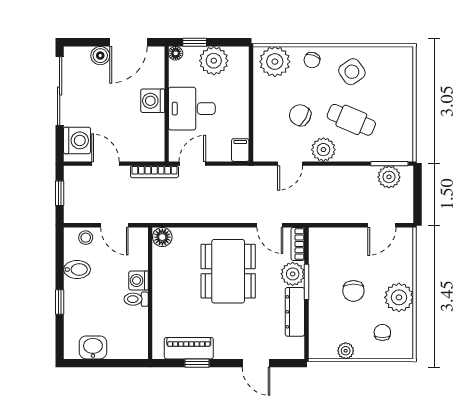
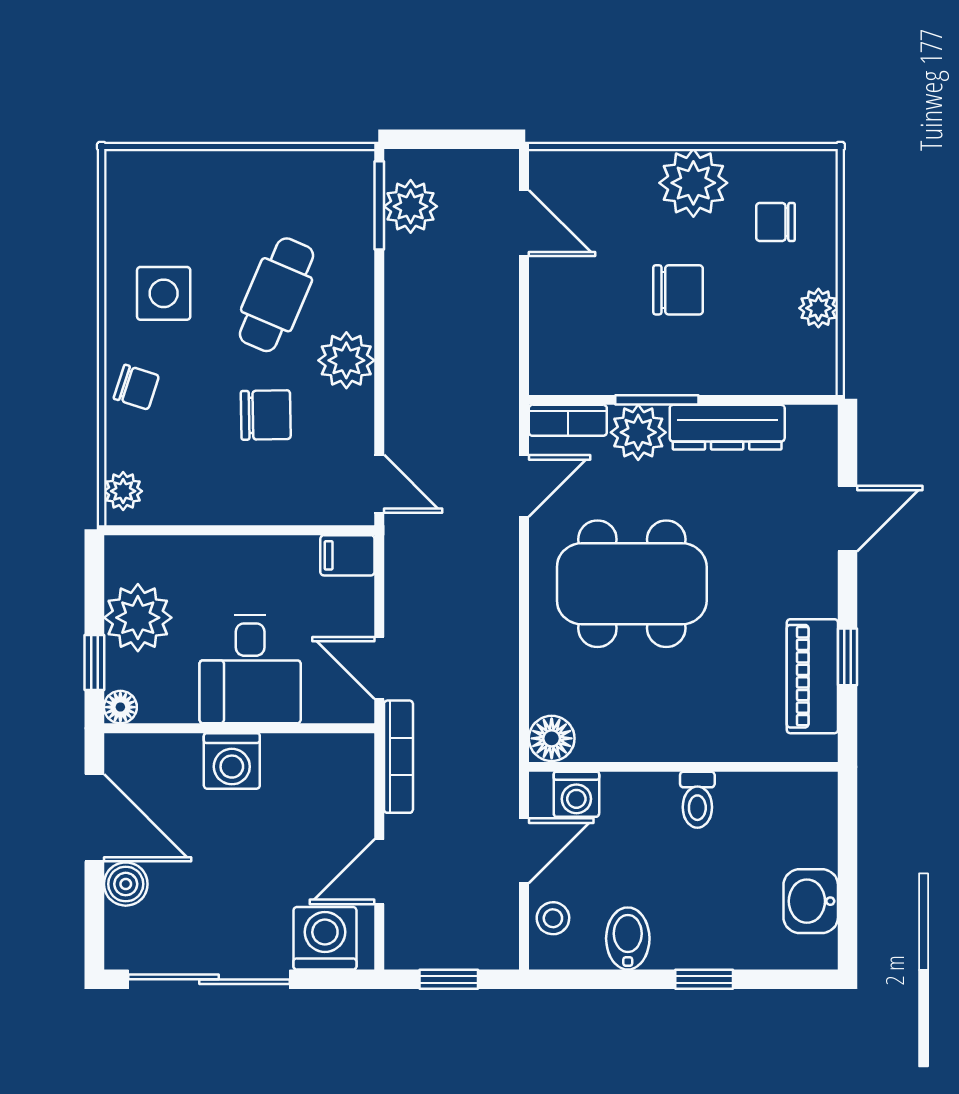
plant: (275, 62) -> (123, 491), width x0.53, depth x0.53
side table: (352, 72) -> (164, 293), turned 35
chair: (300, 115) -> (266, 415), turned -119
door: (290, 164) -> (379, 484), moved
washing machine: (138, 280) -> (576, 794), moved

